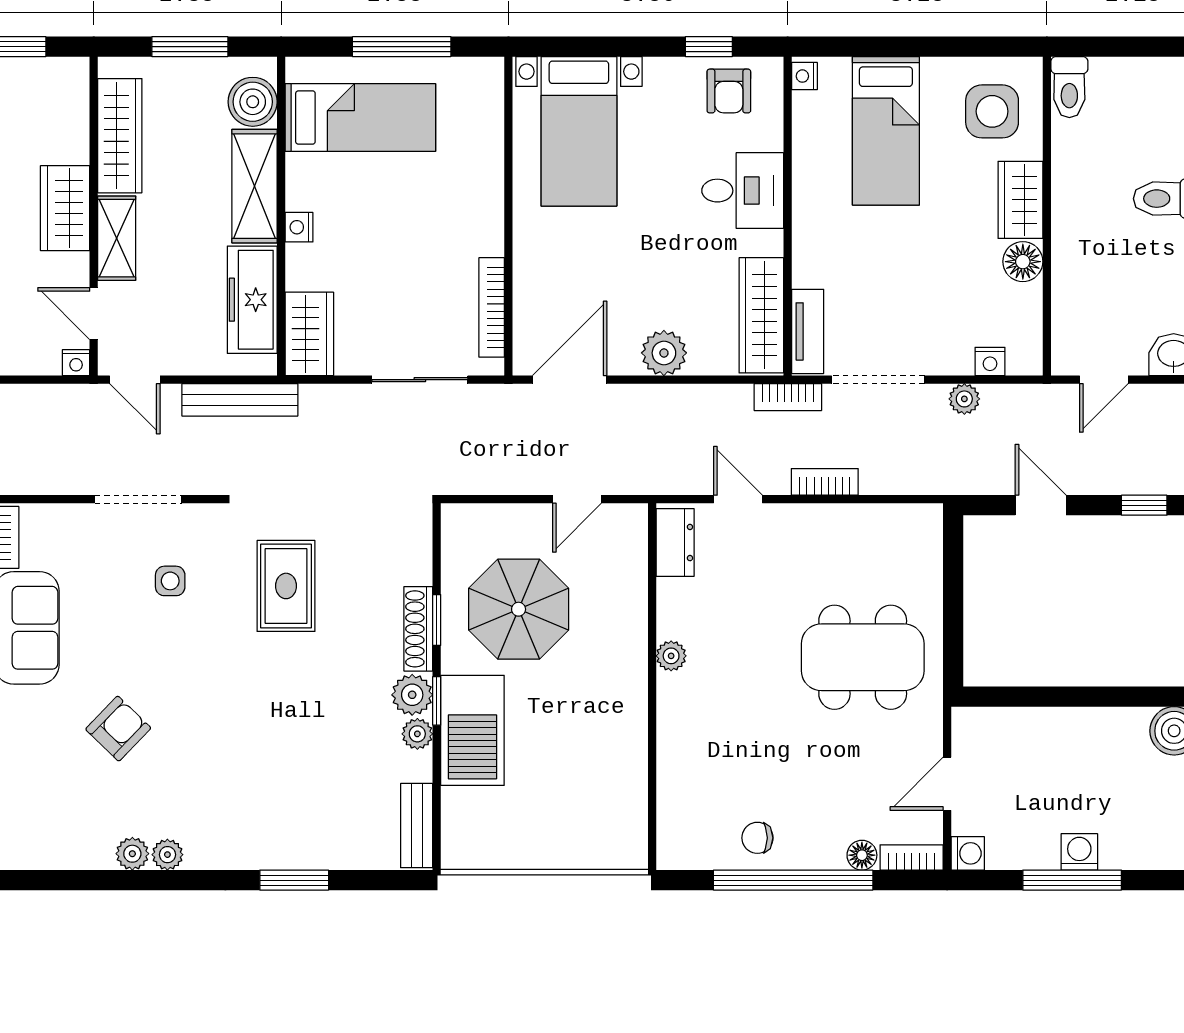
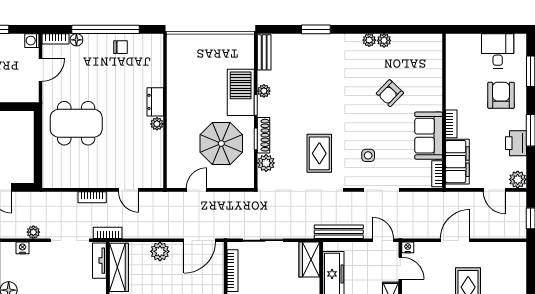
dresser: (675, 543) -> (155, 102), moved
plant: (412, 695) -> (266, 163), moved

